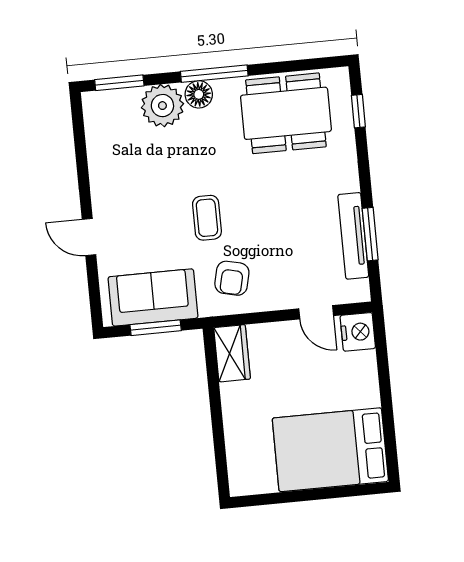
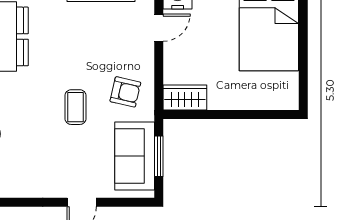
coffee table: (207, 218) -> (75, 107), turned 90

